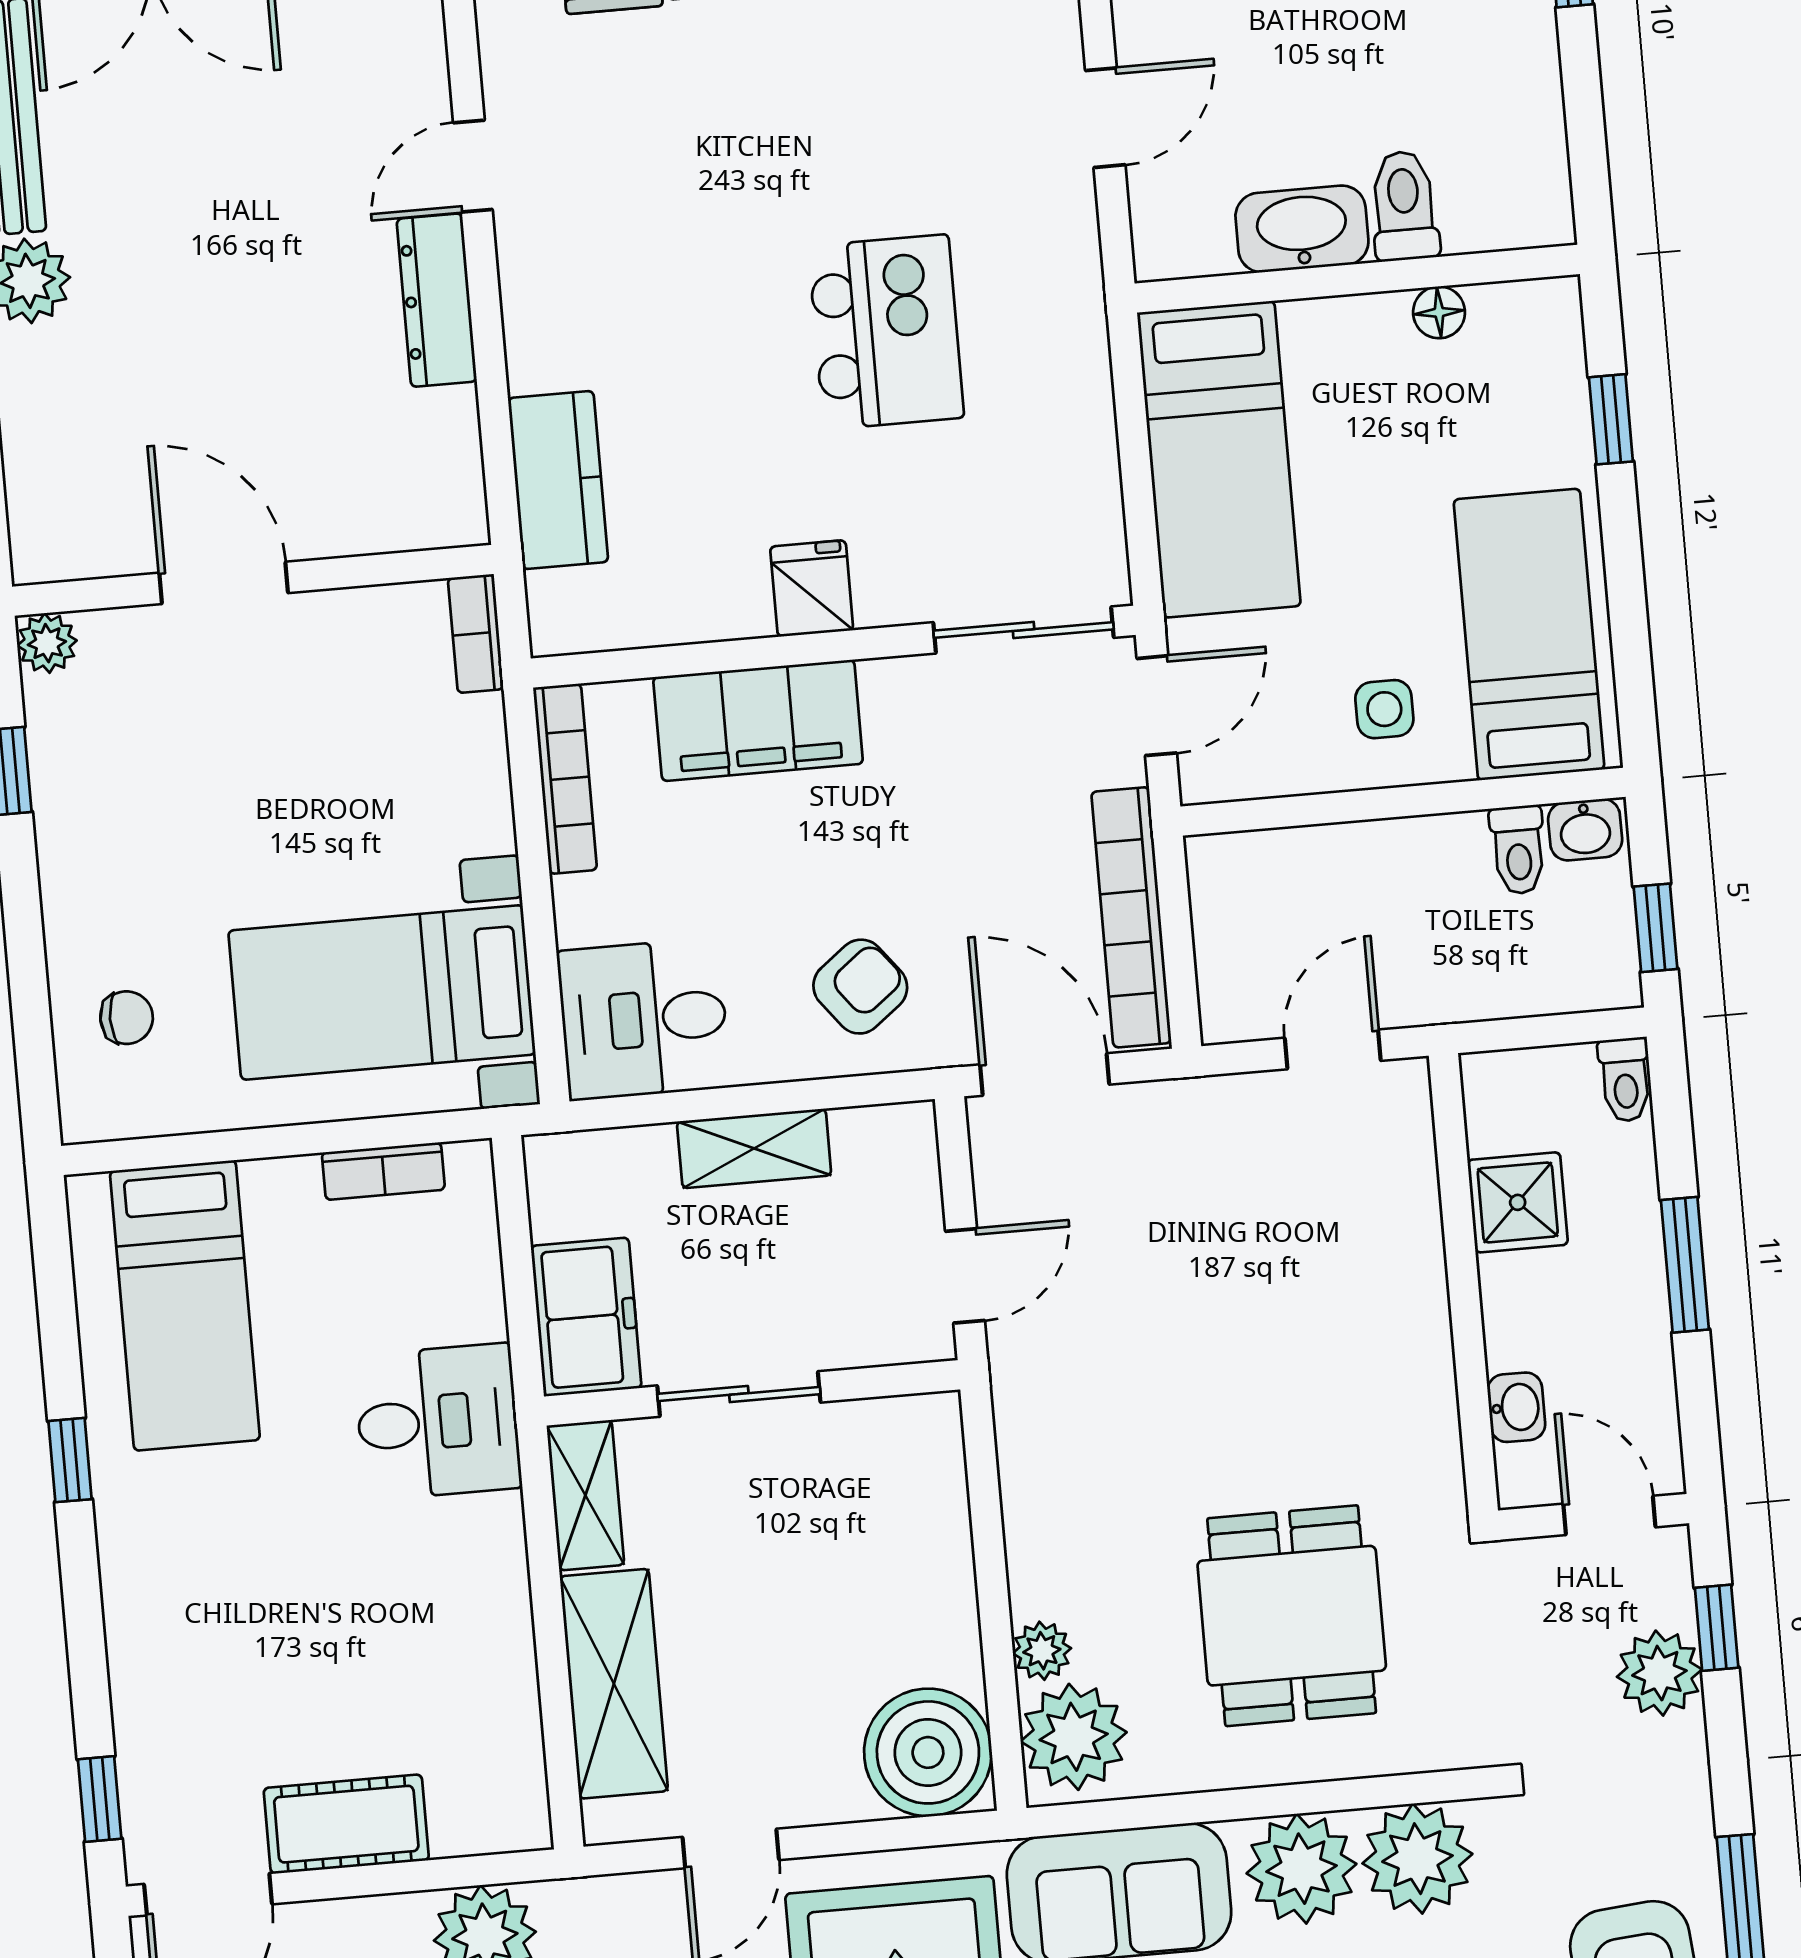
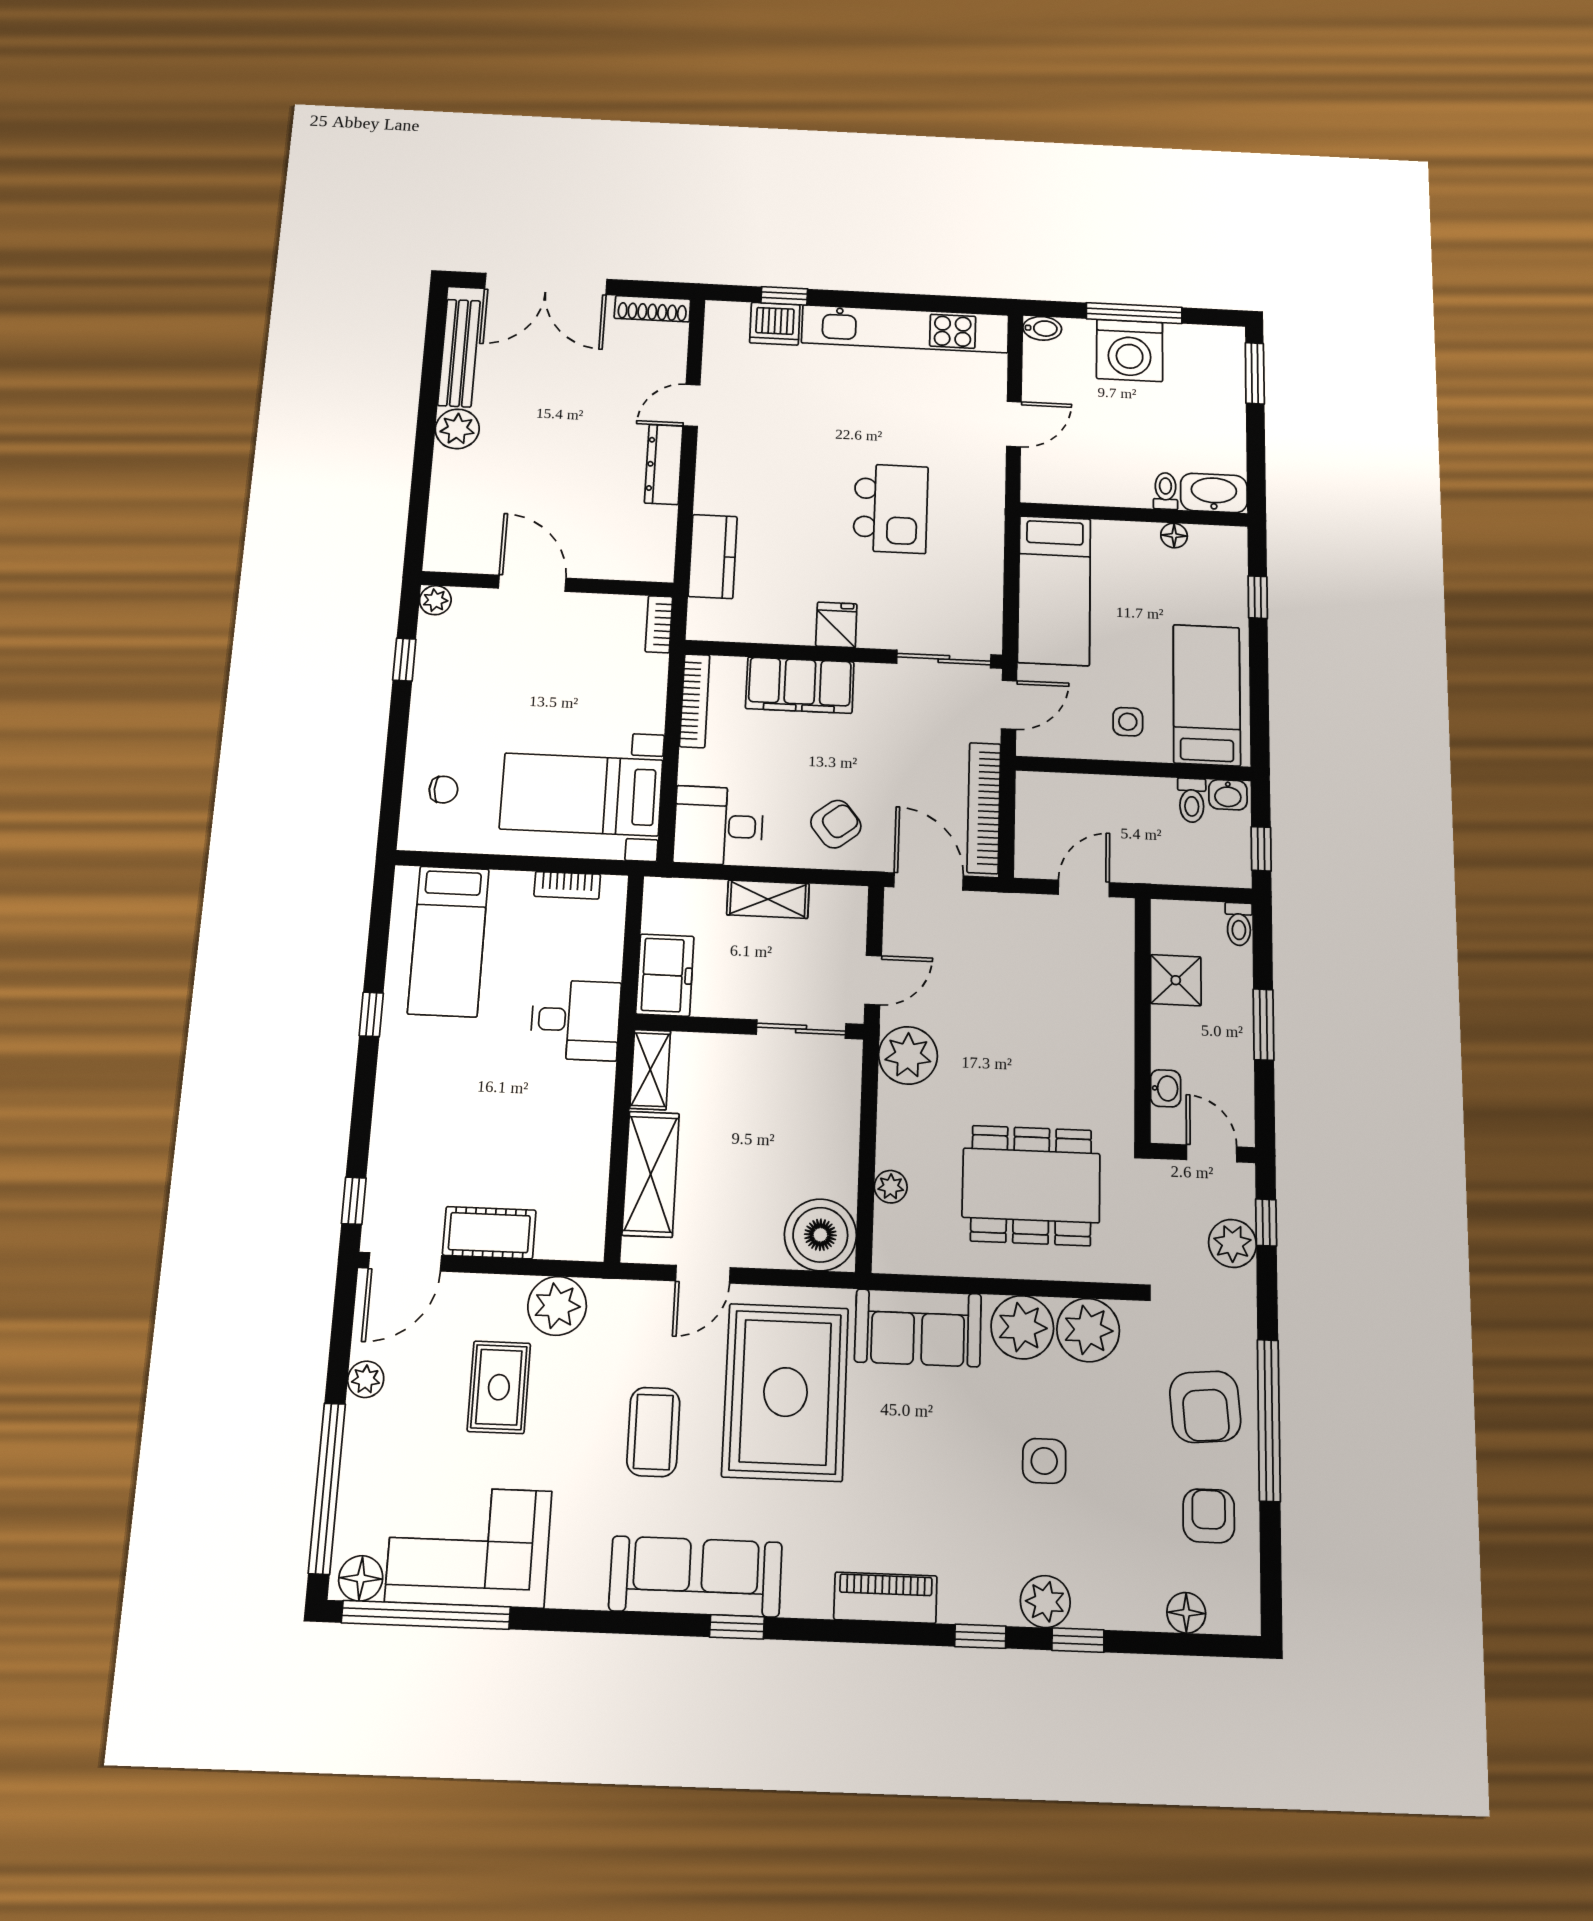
toilet: (1404, 206) -> (1165, 491), width x0.73, depth x0.72
washbasin: (1302, 229) -> (1214, 493), moved
sliding door: (739, 1394) -> (801, 1029), moved
dining table: (1292, 1616) -> (1031, 1185), width x1.38
plant: (1074, 1737) -> (908, 1055), moved

